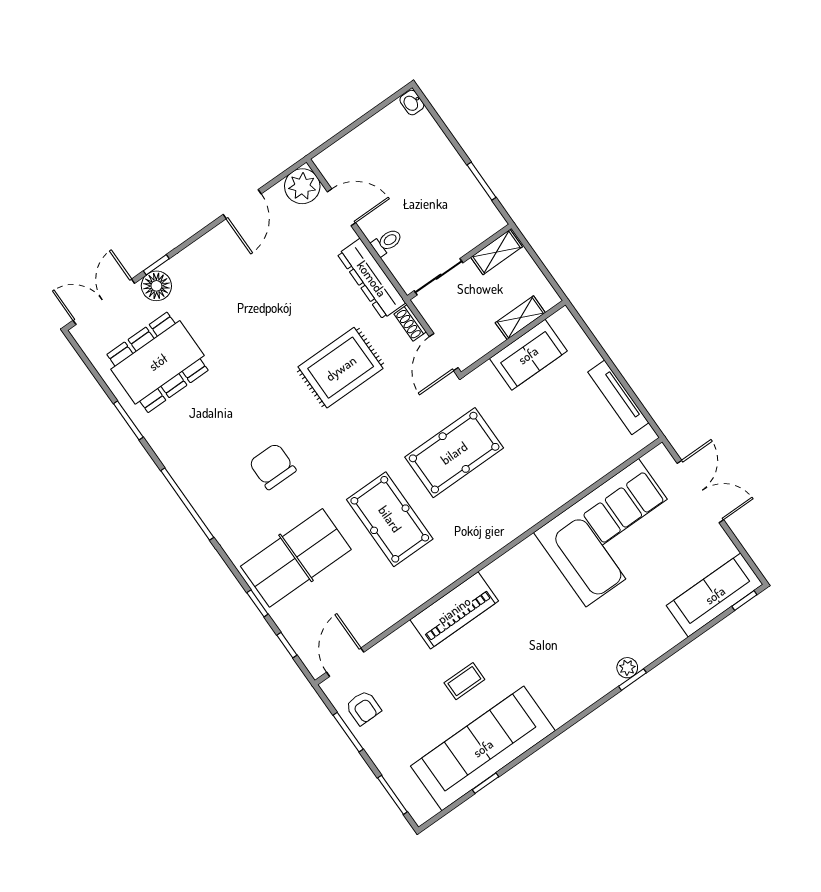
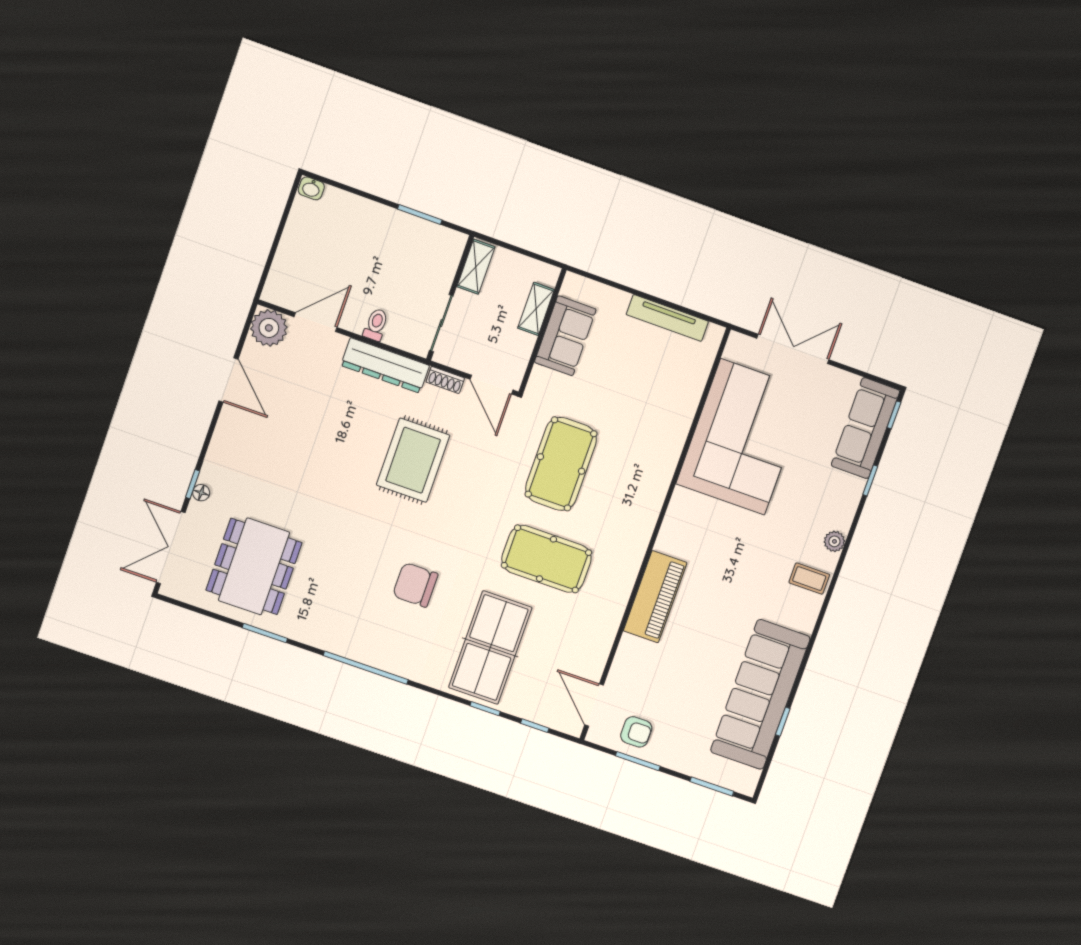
floor lamp: (156, 286) -> (201, 493), width x0.53, depth x0.53
window: (632, 680) -> (870, 480), moved
coffee table: (464, 681) -> (809, 579), moved, turned 90

